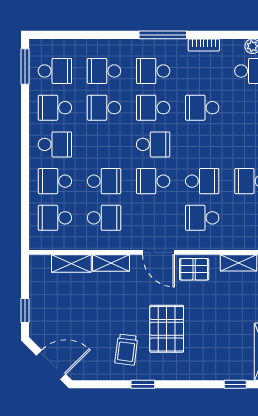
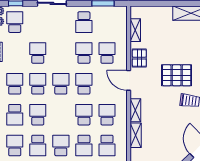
school desk: (153, 71) -> (15, 84), turned 180
school desk: (104, 108) -> (38, 115), turned 180
school desk: (153, 108) -> (38, 84), turned 180
school desk: (202, 108) -> (38, 53), turned 180
school desk: (153, 181) -> (84, 84), turned 180
school desk: (202, 218) -> (107, 53), turned 180
door: (159, 252) -> (129, 80), swing flipped

